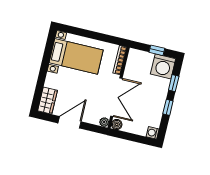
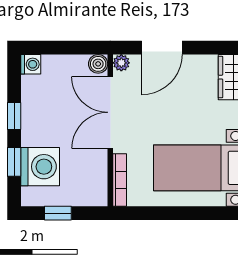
washing machine: (163, 66) -> (40, 167), moved, turned 90
door: (69, 122) -> (162, 48), moved

